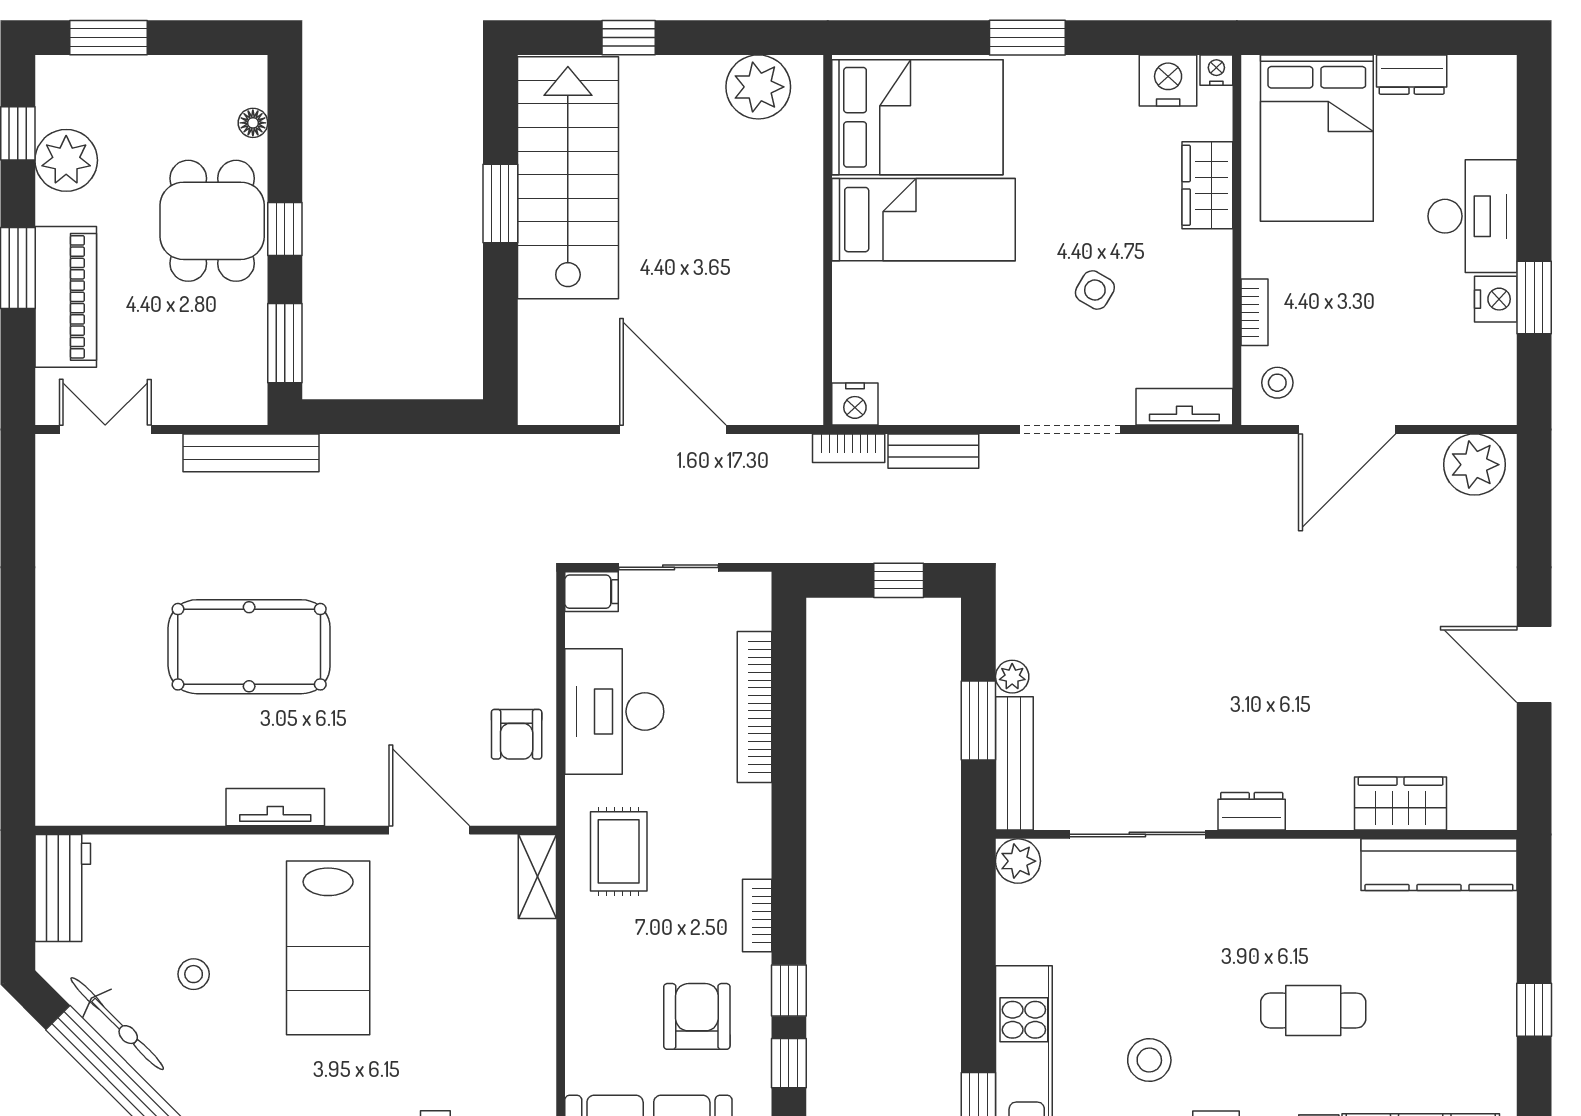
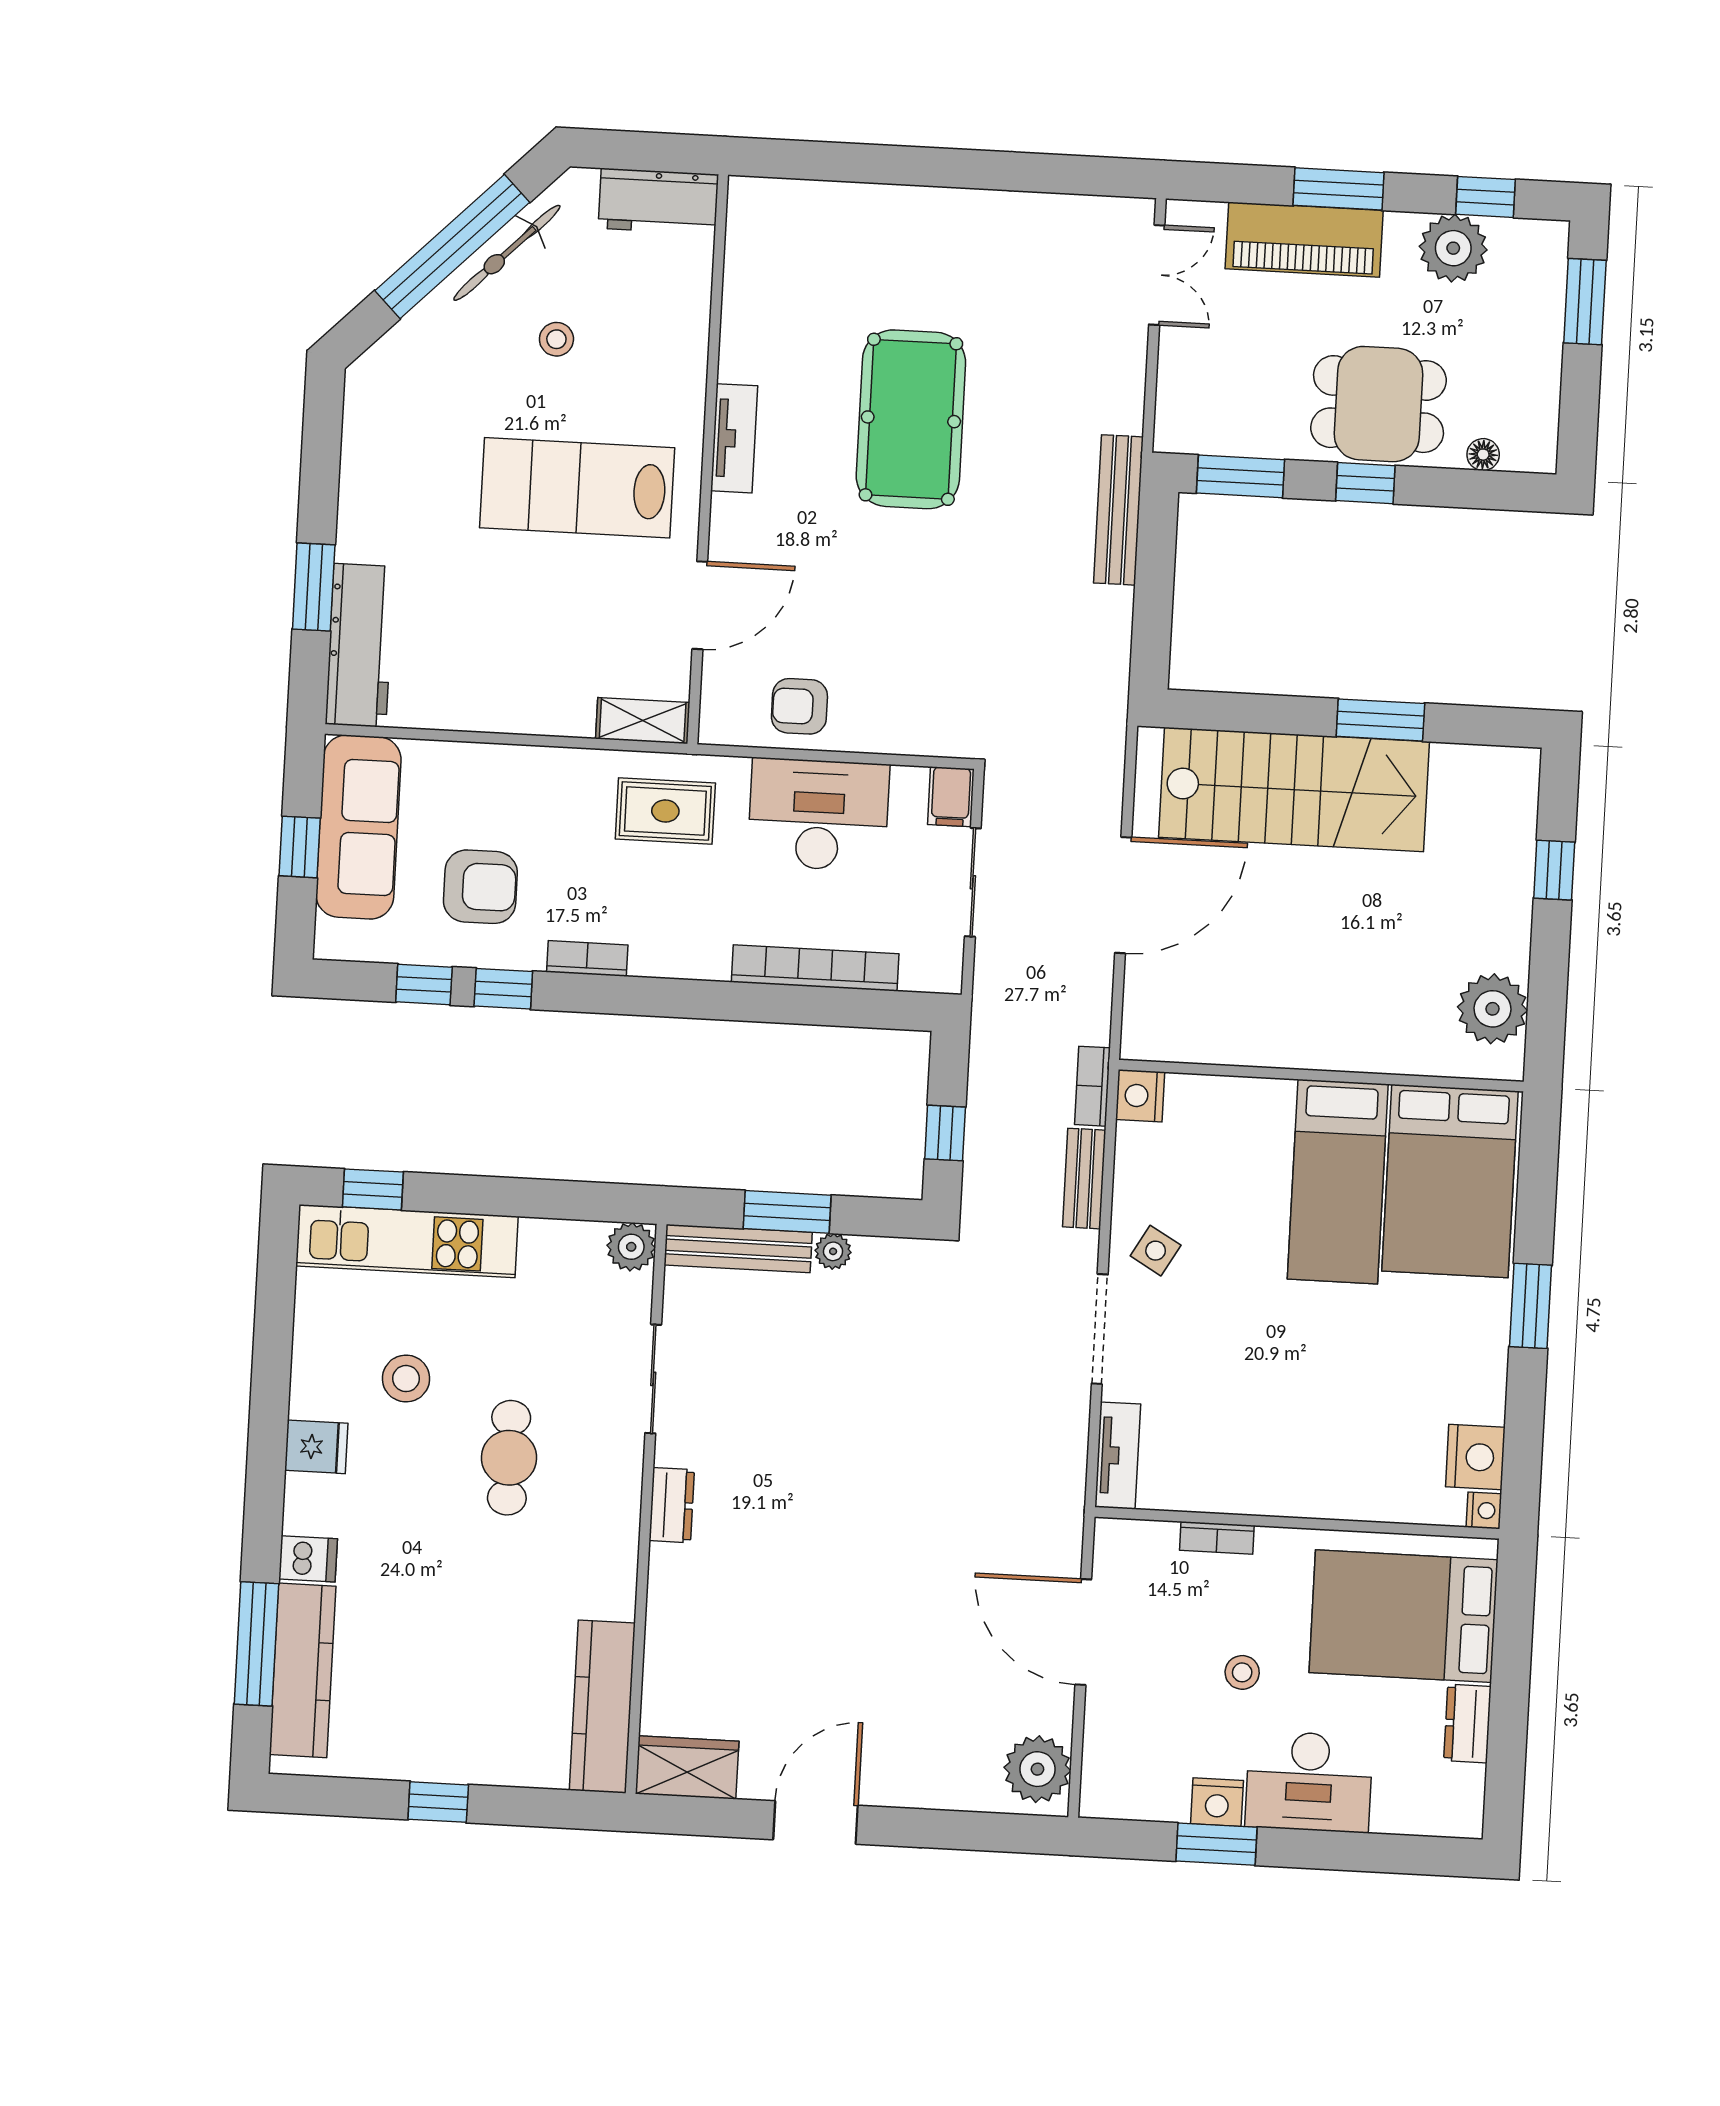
stairs: (568, 178) -> (1294, 790), moved
wardrobe: (1207, 185) -> (1358, 1494), removed
side table: (1095, 290) -> (1156, 1251), moved
stool: (1277, 383) -> (1242, 1672), moved
bench: (251, 453) -> (1118, 510), moved
wardrobe: (1401, 804) -> (687, 1767), moved, turned -90
sliding door: (1137, 834) -> (653, 1379), width x0.73
cafe table: (1313, 1010) -> (509, 1458), moved

